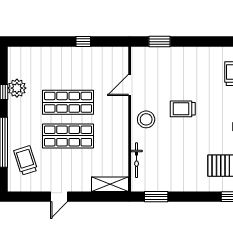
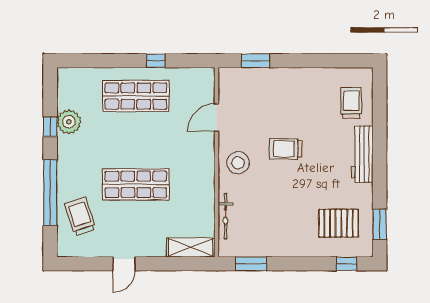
shop shelf: (68, 102) -> (136, 96), moved

